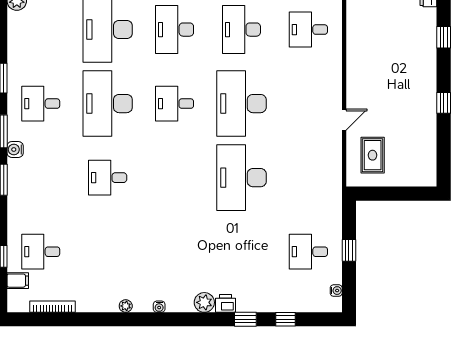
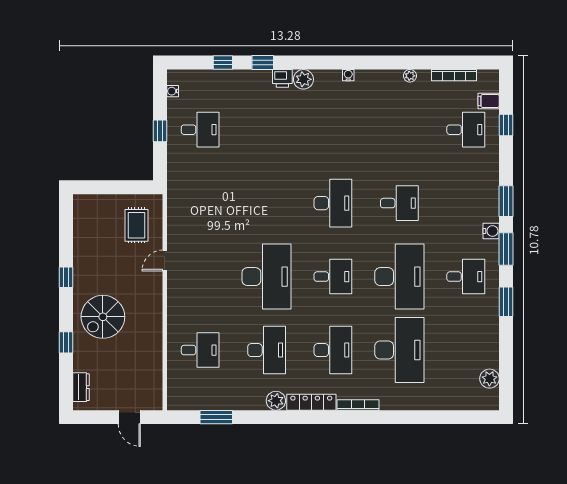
spiral stairs: (406, 63) -> (103, 317), added
desk: (241, 178) -> (333, 203), moved, width x0.73, depth x0.77
plant: (126, 306) -> (410, 76), moved

